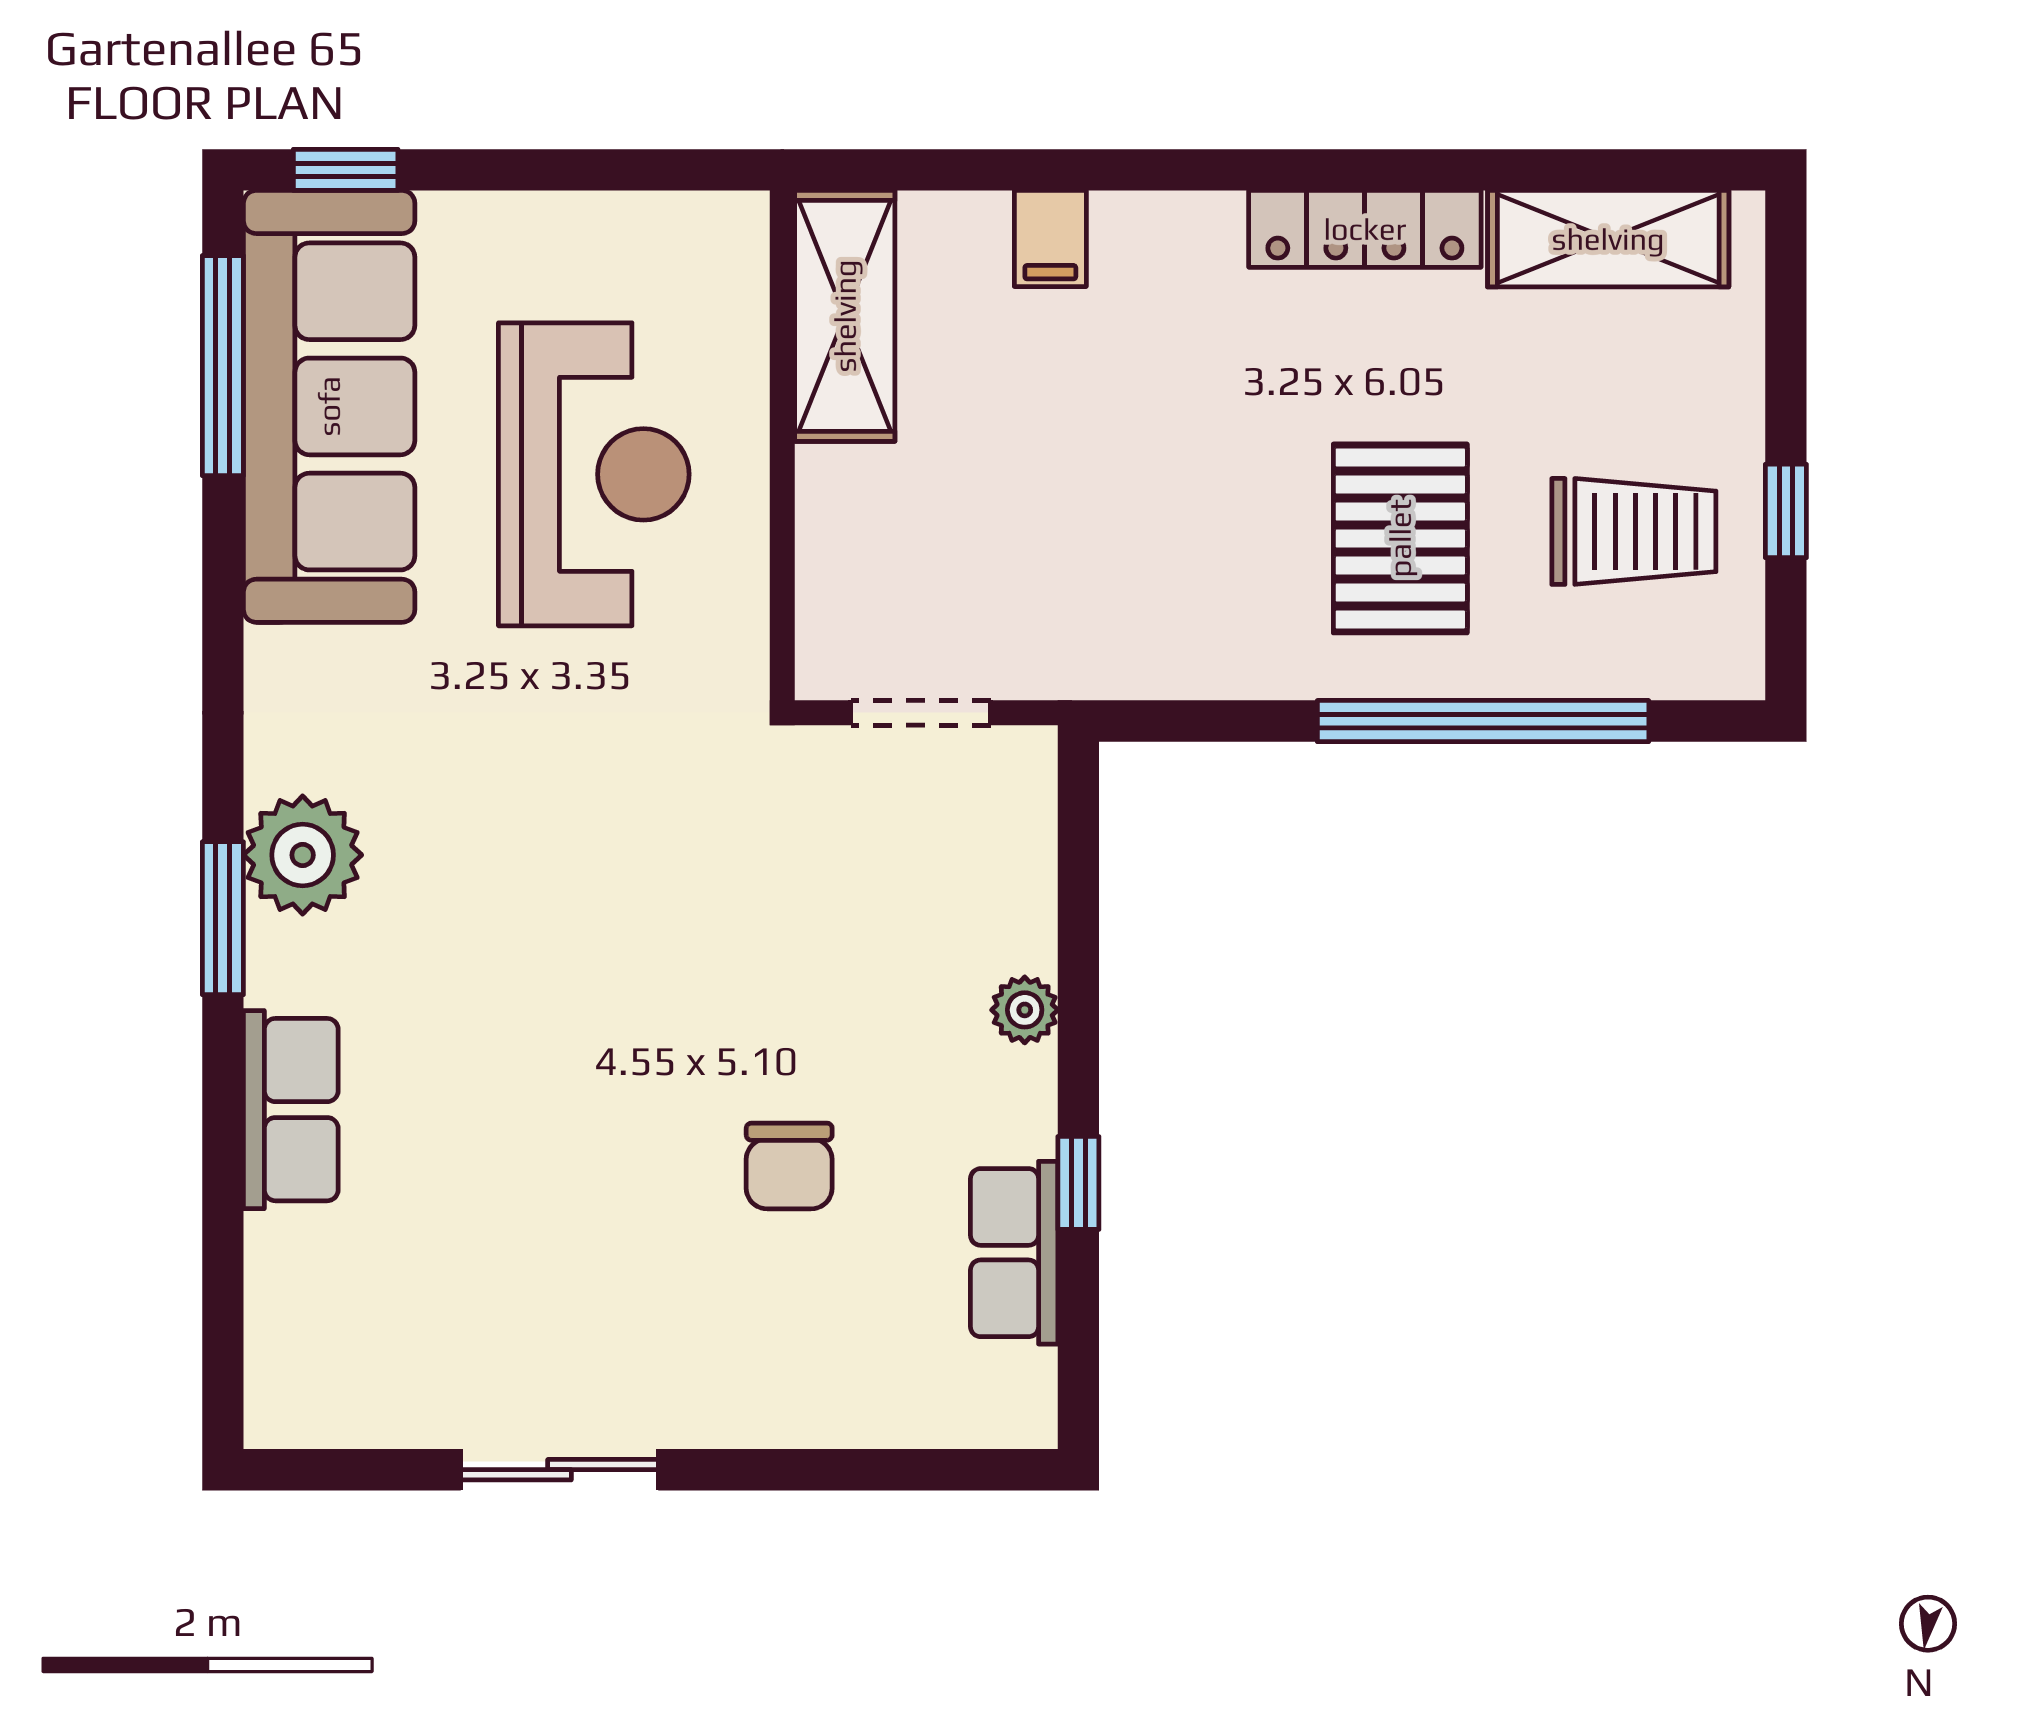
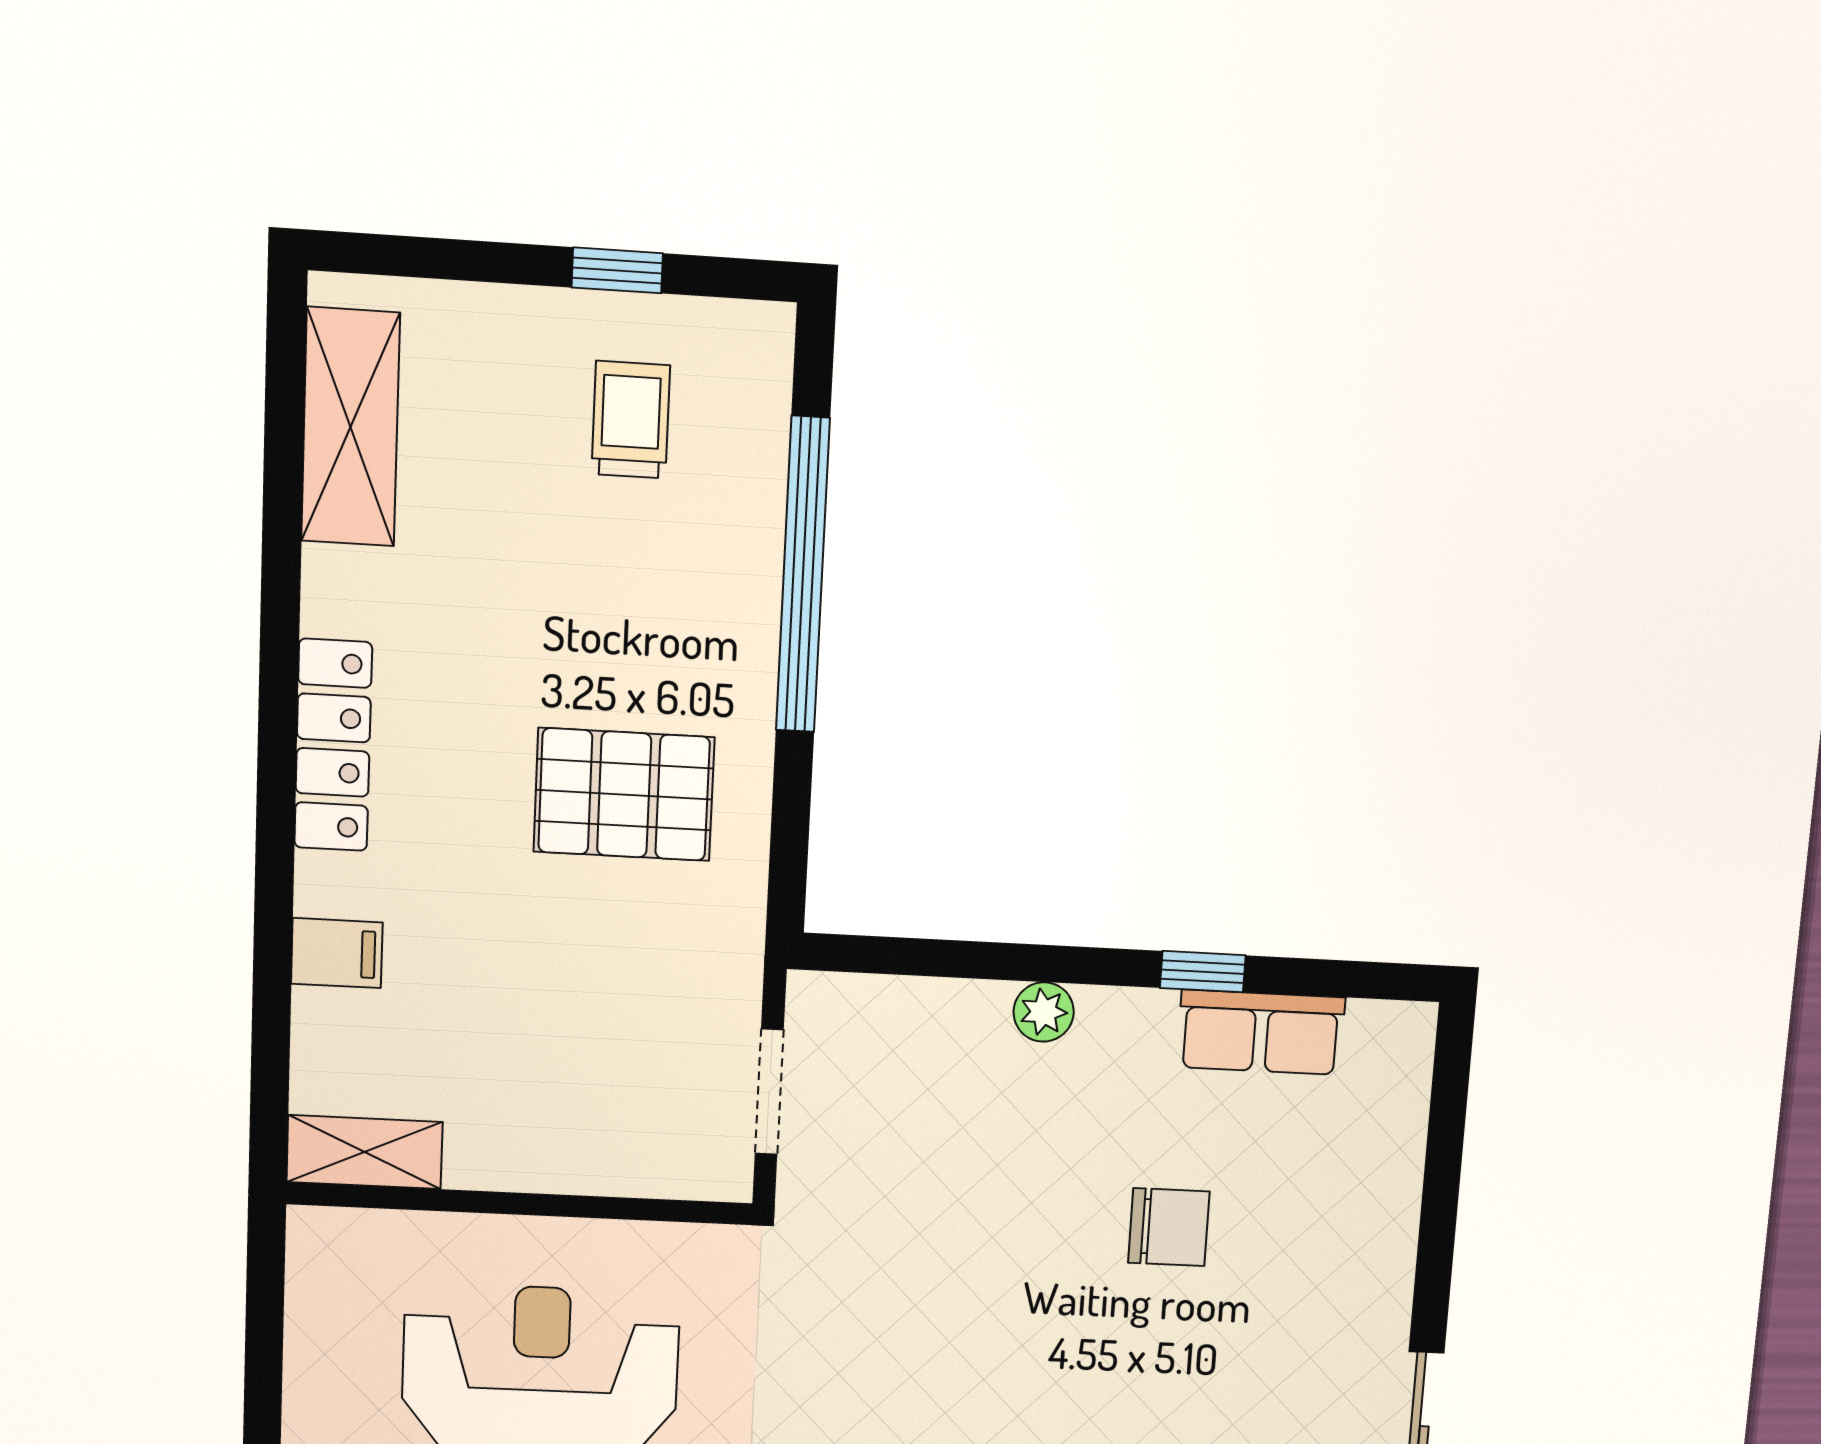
locker: (1365, 229) -> (333, 745), moved
shelving: (845, 316) -> (365, 1152), width x0.67, depth x0.75
trolley: (1634, 531) -> (631, 420), width x0.73, depth x0.72
pallet: (1400, 538) -> (624, 794), moved

